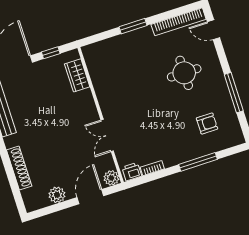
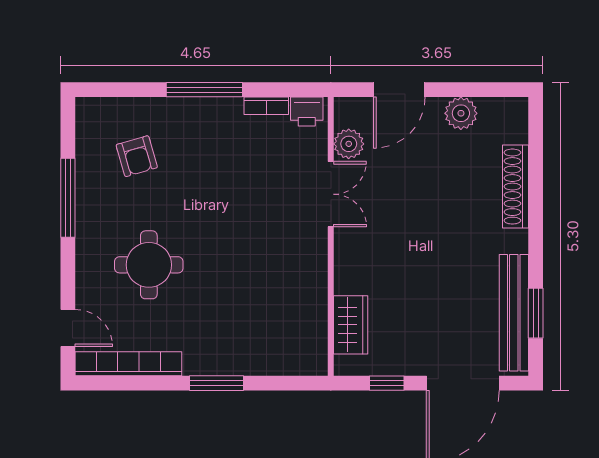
armchair: (207, 124) -> (137, 156), turned -106
window: (198, 162) -> (204, 90), moved
plant: (111, 178) -> (349, 144), moved

